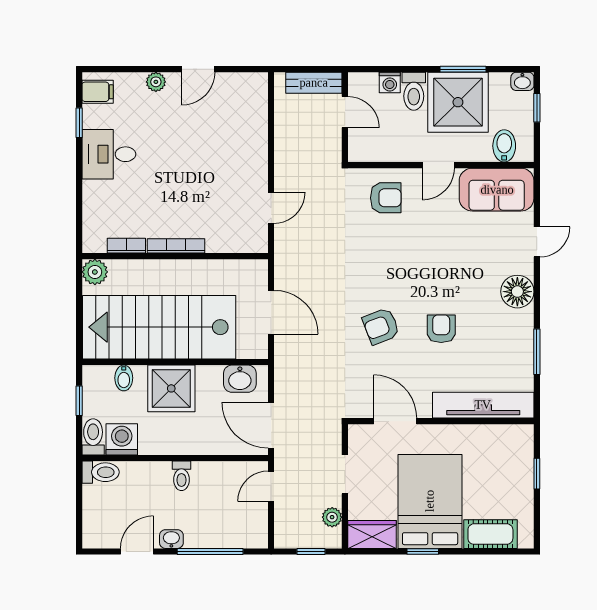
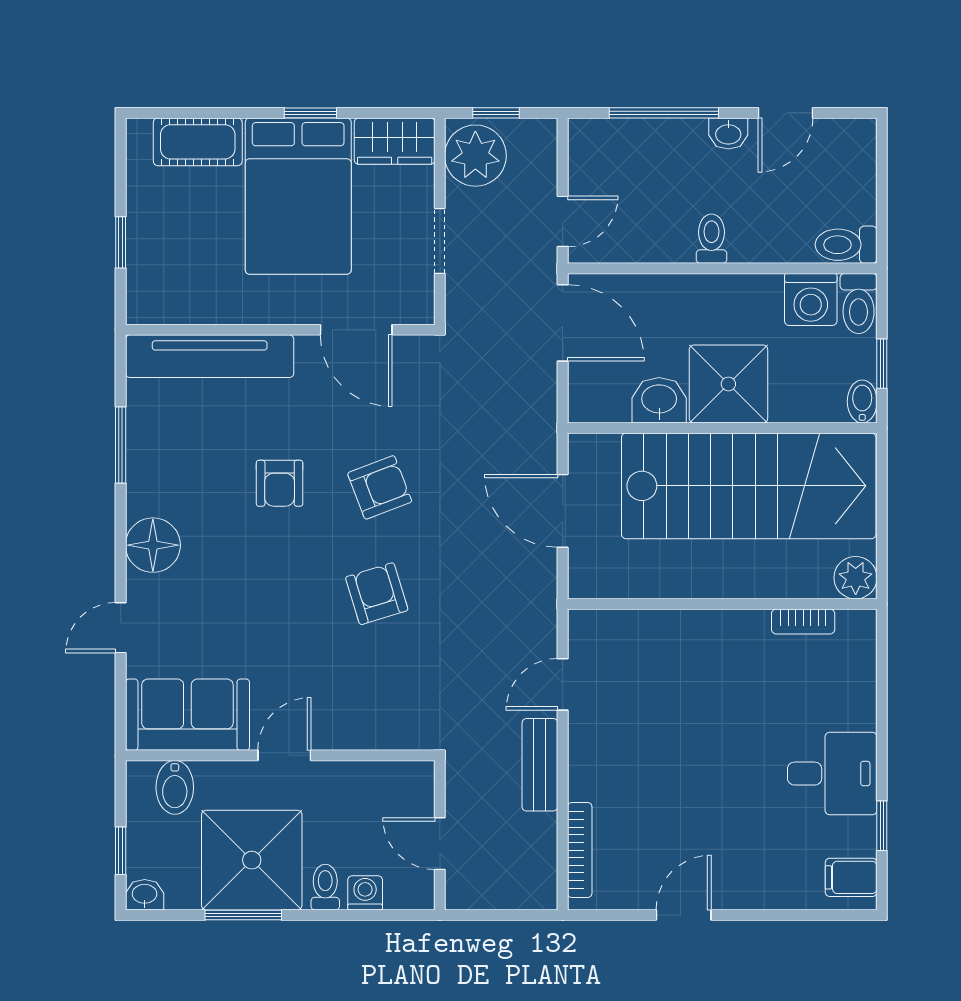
plant: (156, 82) -> (754, 894), removed
bench: (314, 83) -> (540, 765), moved, turned 90
toilet: (414, 91) -> (325, 887), width x0.73, depth x0.72
armchair: (386, 198) -> (377, 594), moved, turned 73
bookcase: (176, 246) -> (580, 850), moved, turned -90
bidet: (124, 378) -> (862, 401), moved
washbasin: (240, 379) -> (659, 400), moved
plant: (332, 517) -> (475, 156), width x1.88, depth x1.88

